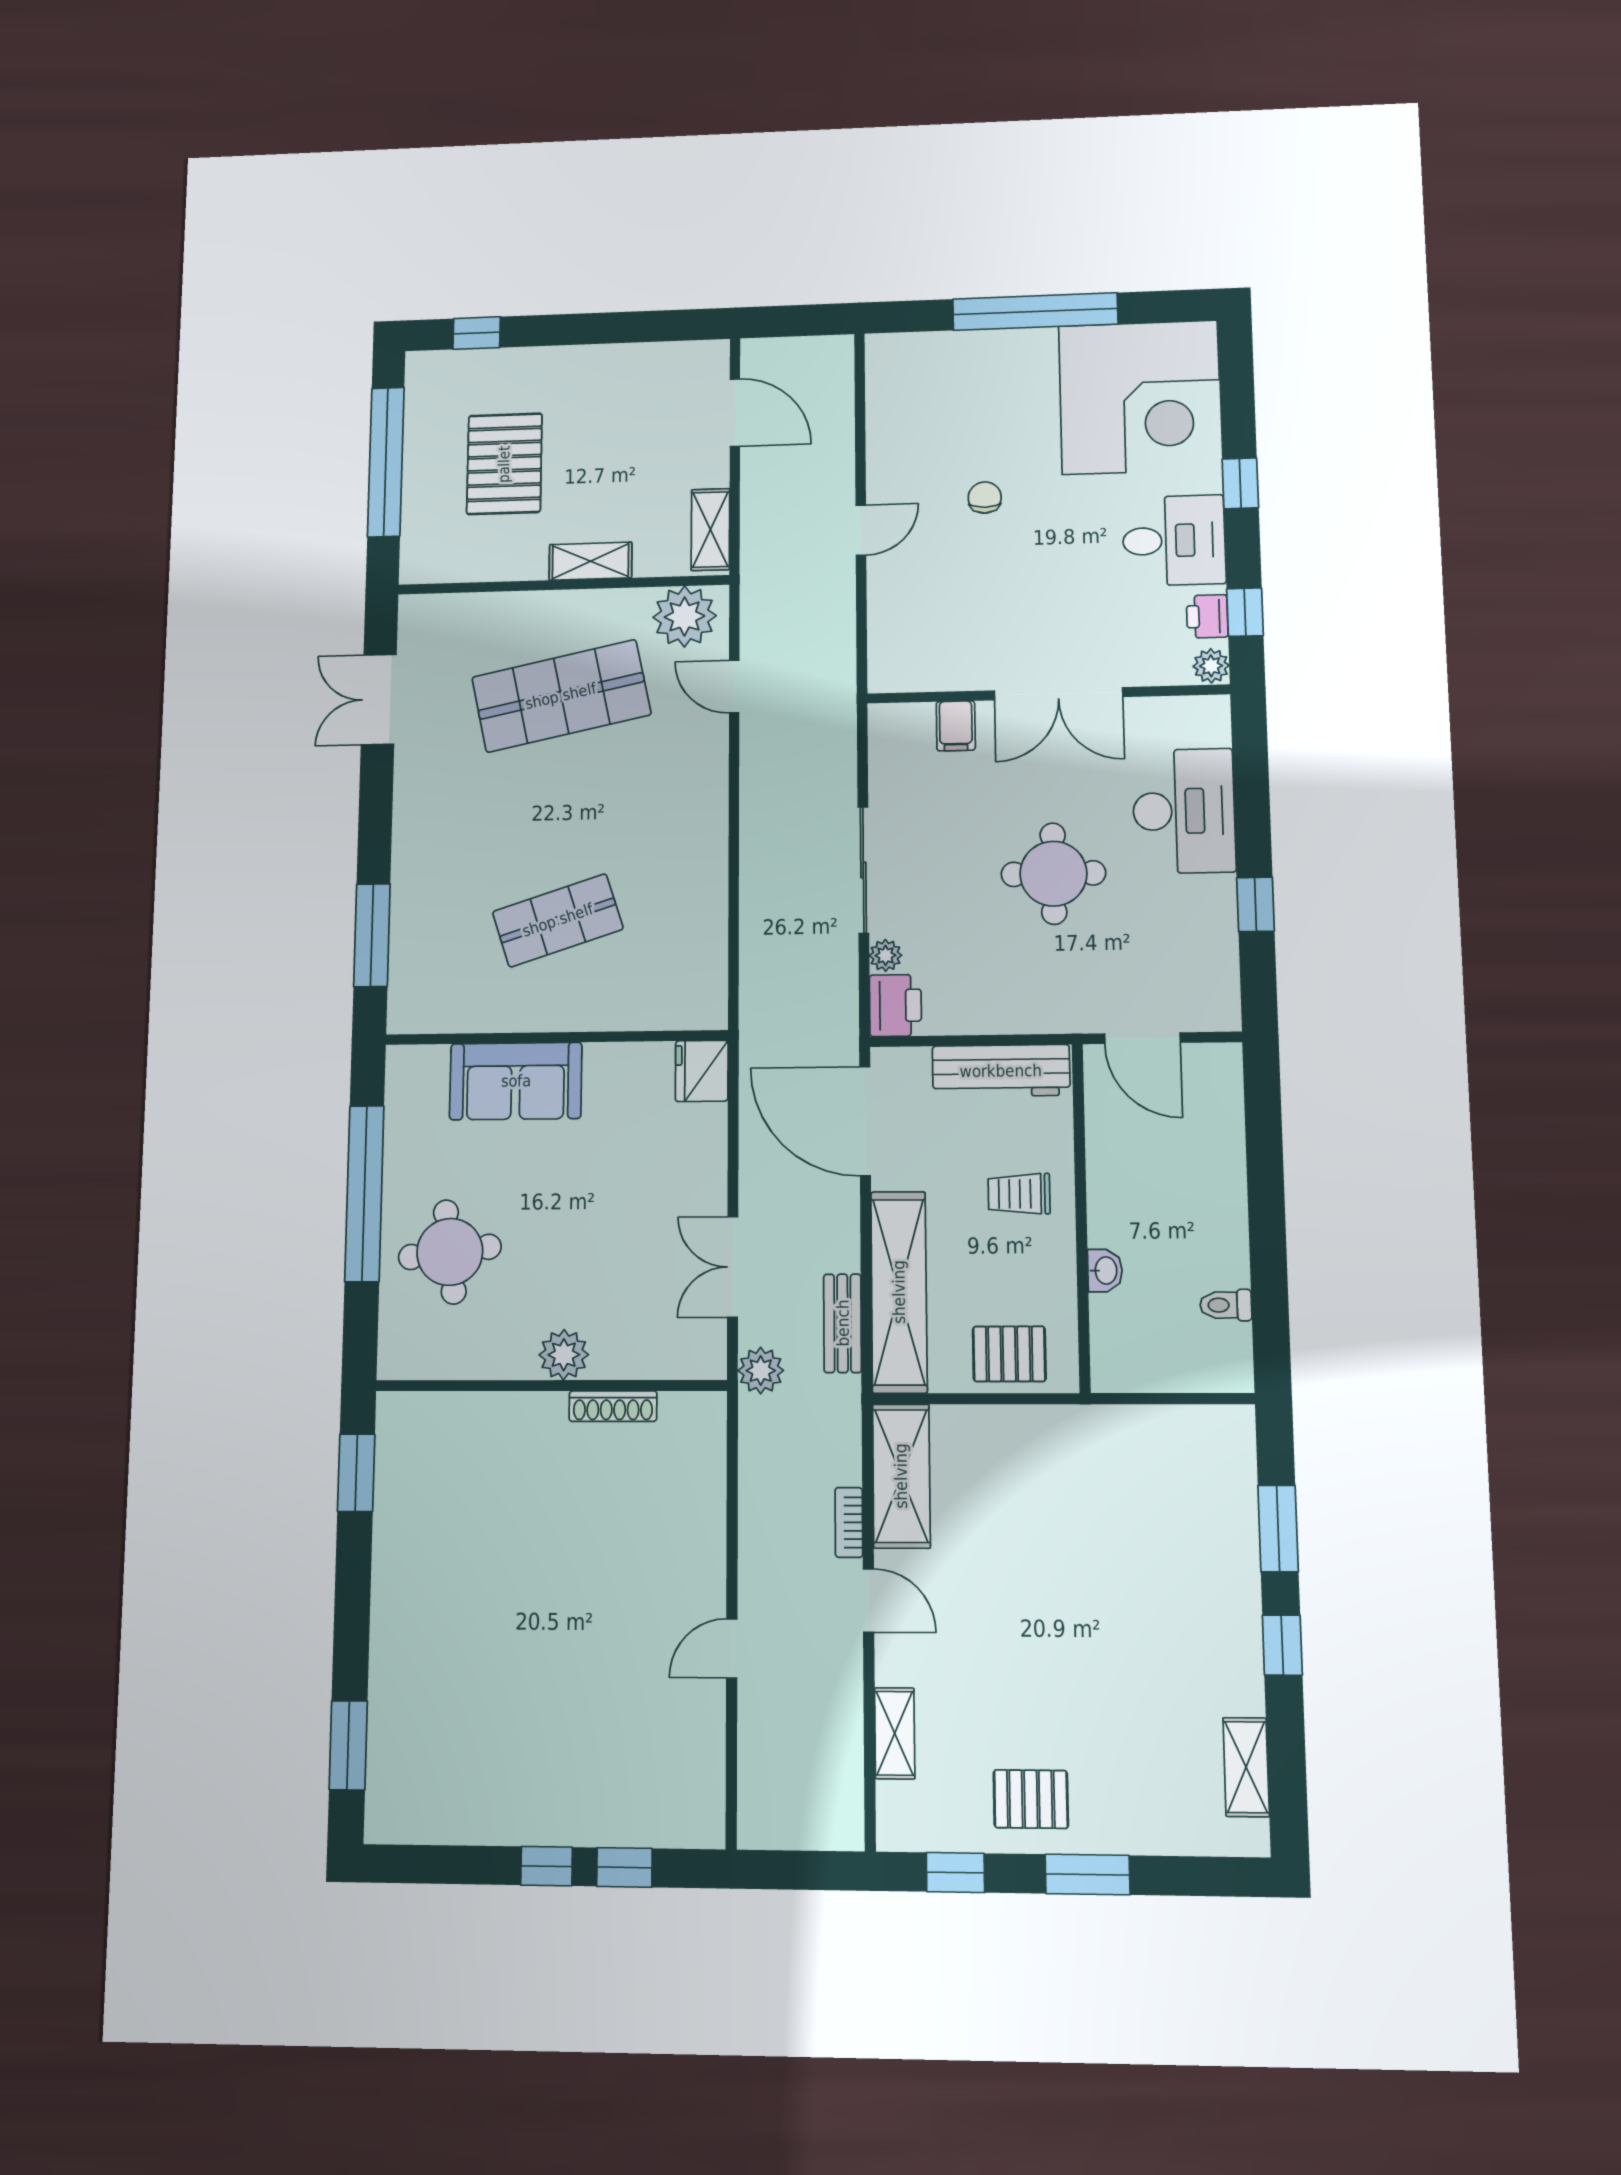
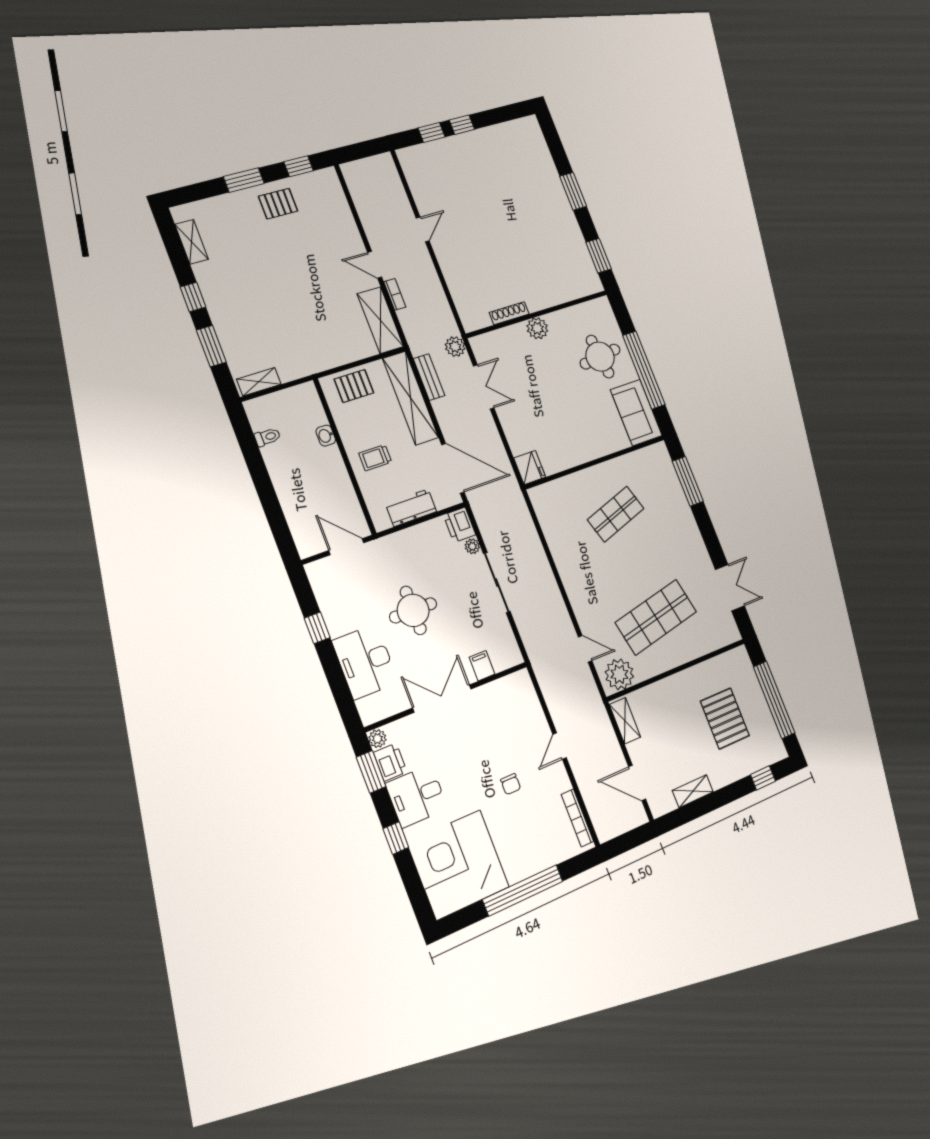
bookcase: (879, 394) -> (577, 818), added
shelving: (590, 561) -> (693, 791), moved
window: (1245, 612) -> (371, 772), width x1.50
printer: (1207, 616) -> (390, 762), width x1.36, depth x1.24
workbench: (1001, 1071) -> (411, 508), width x0.73
sofa: (516, 1081) -> (636, 413), moved, turned -90
trolley: (1019, 1194) -> (375, 458), turned 180
shelving: (895, 1733) -> (259, 382), moved, turned 90
window: (348, 1745) -> (573, 191), moved

